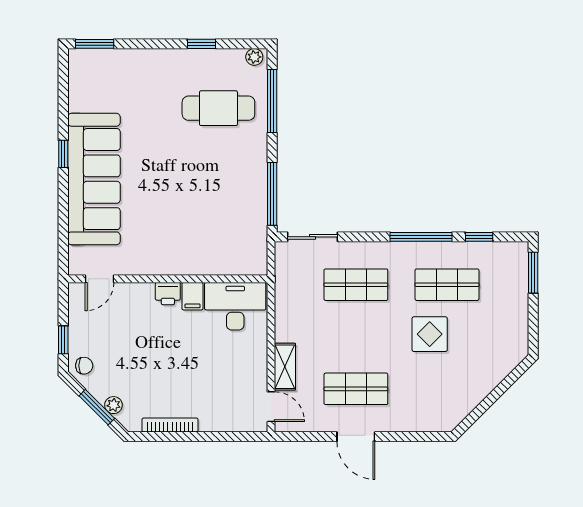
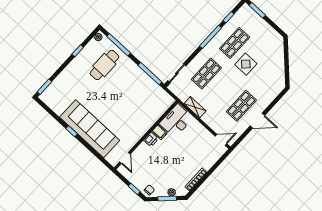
shelving: (285, 367) -> (195, 107), moved

